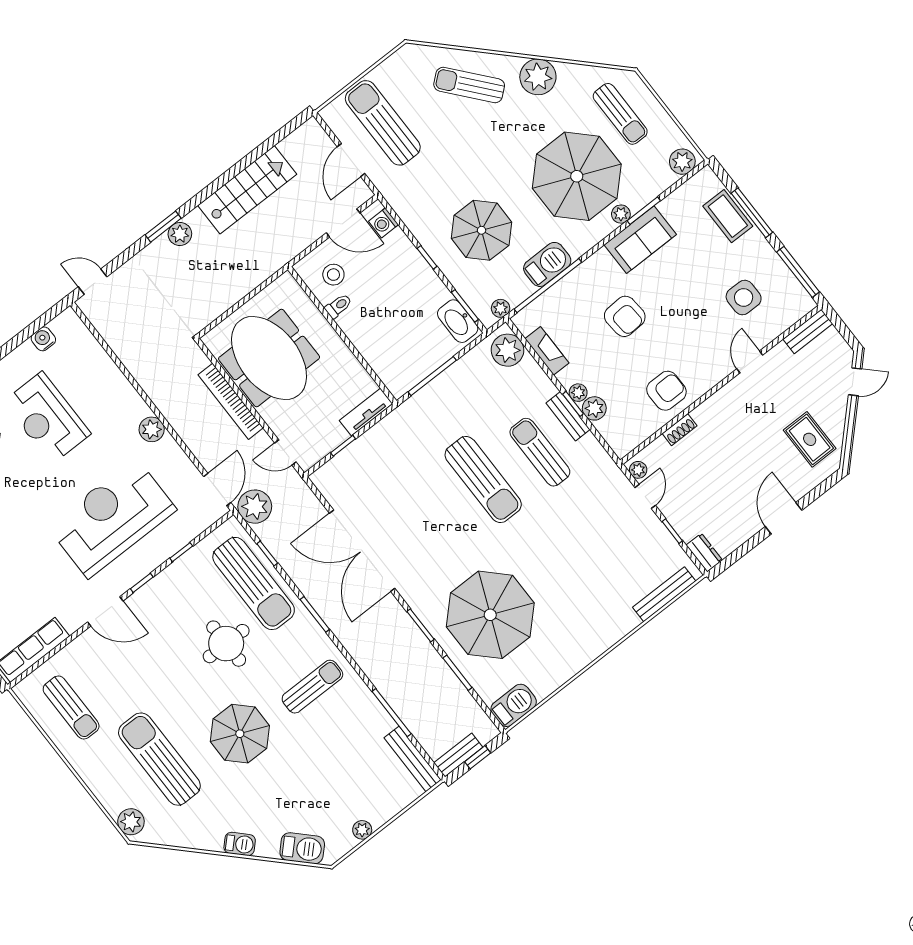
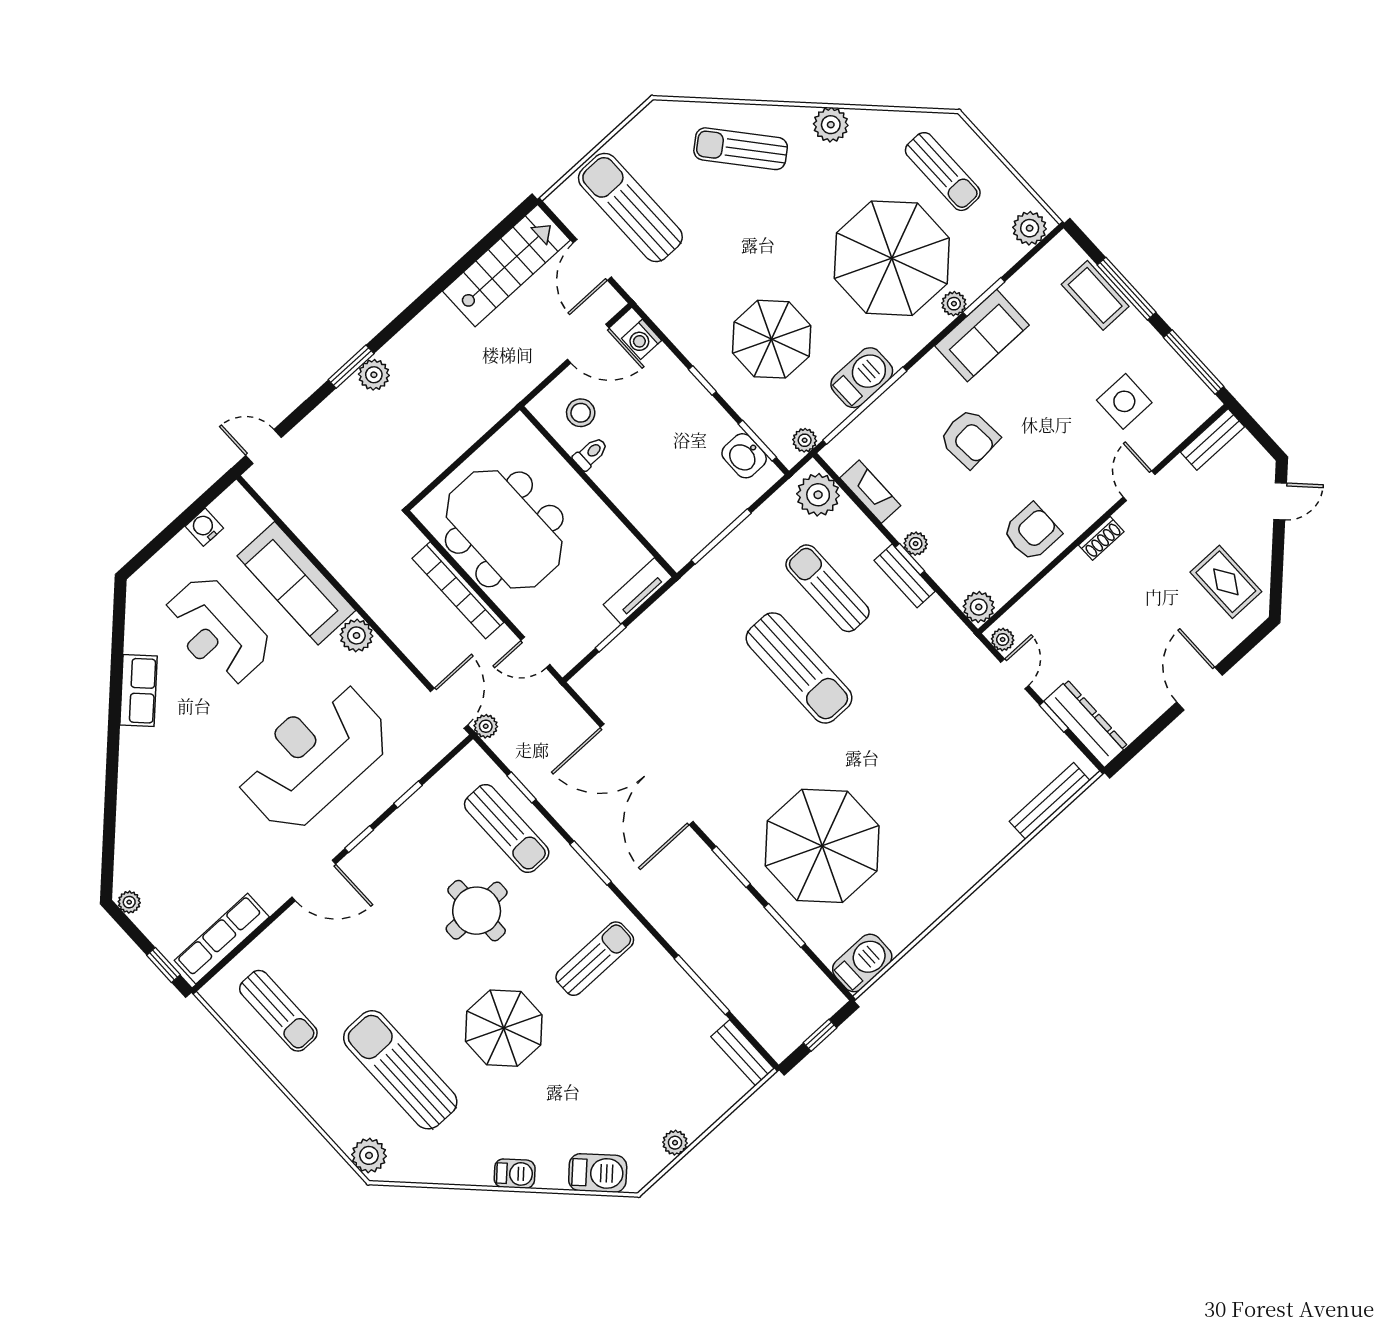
plant: (538, 77) -> (831, 125), width x0.73, depth x0.73
stairs: (247, 190) -> (506, 266), moved
washbasin: (458, 321) -> (744, 456), width x0.72
sofa: (109, 387) -> (296, 583), added
plant: (594, 408) -> (979, 607), moved
shoe rack: (680, 430) -> (1101, 538), moved
sun lounger: (540, 452) -> (827, 588), moved
plant: (255, 507) -> (486, 726), width x0.53, depth x0.53
dresser: (704, 553) -> (1086, 724), width x1.96, depth x1.24
sun lounger: (254, 583) -> (507, 829), width x0.73, depth x0.75
bench: (458, 755) -> (794, 1034), removed
bench: (413, 759) -> (743, 1053), width x0.73

